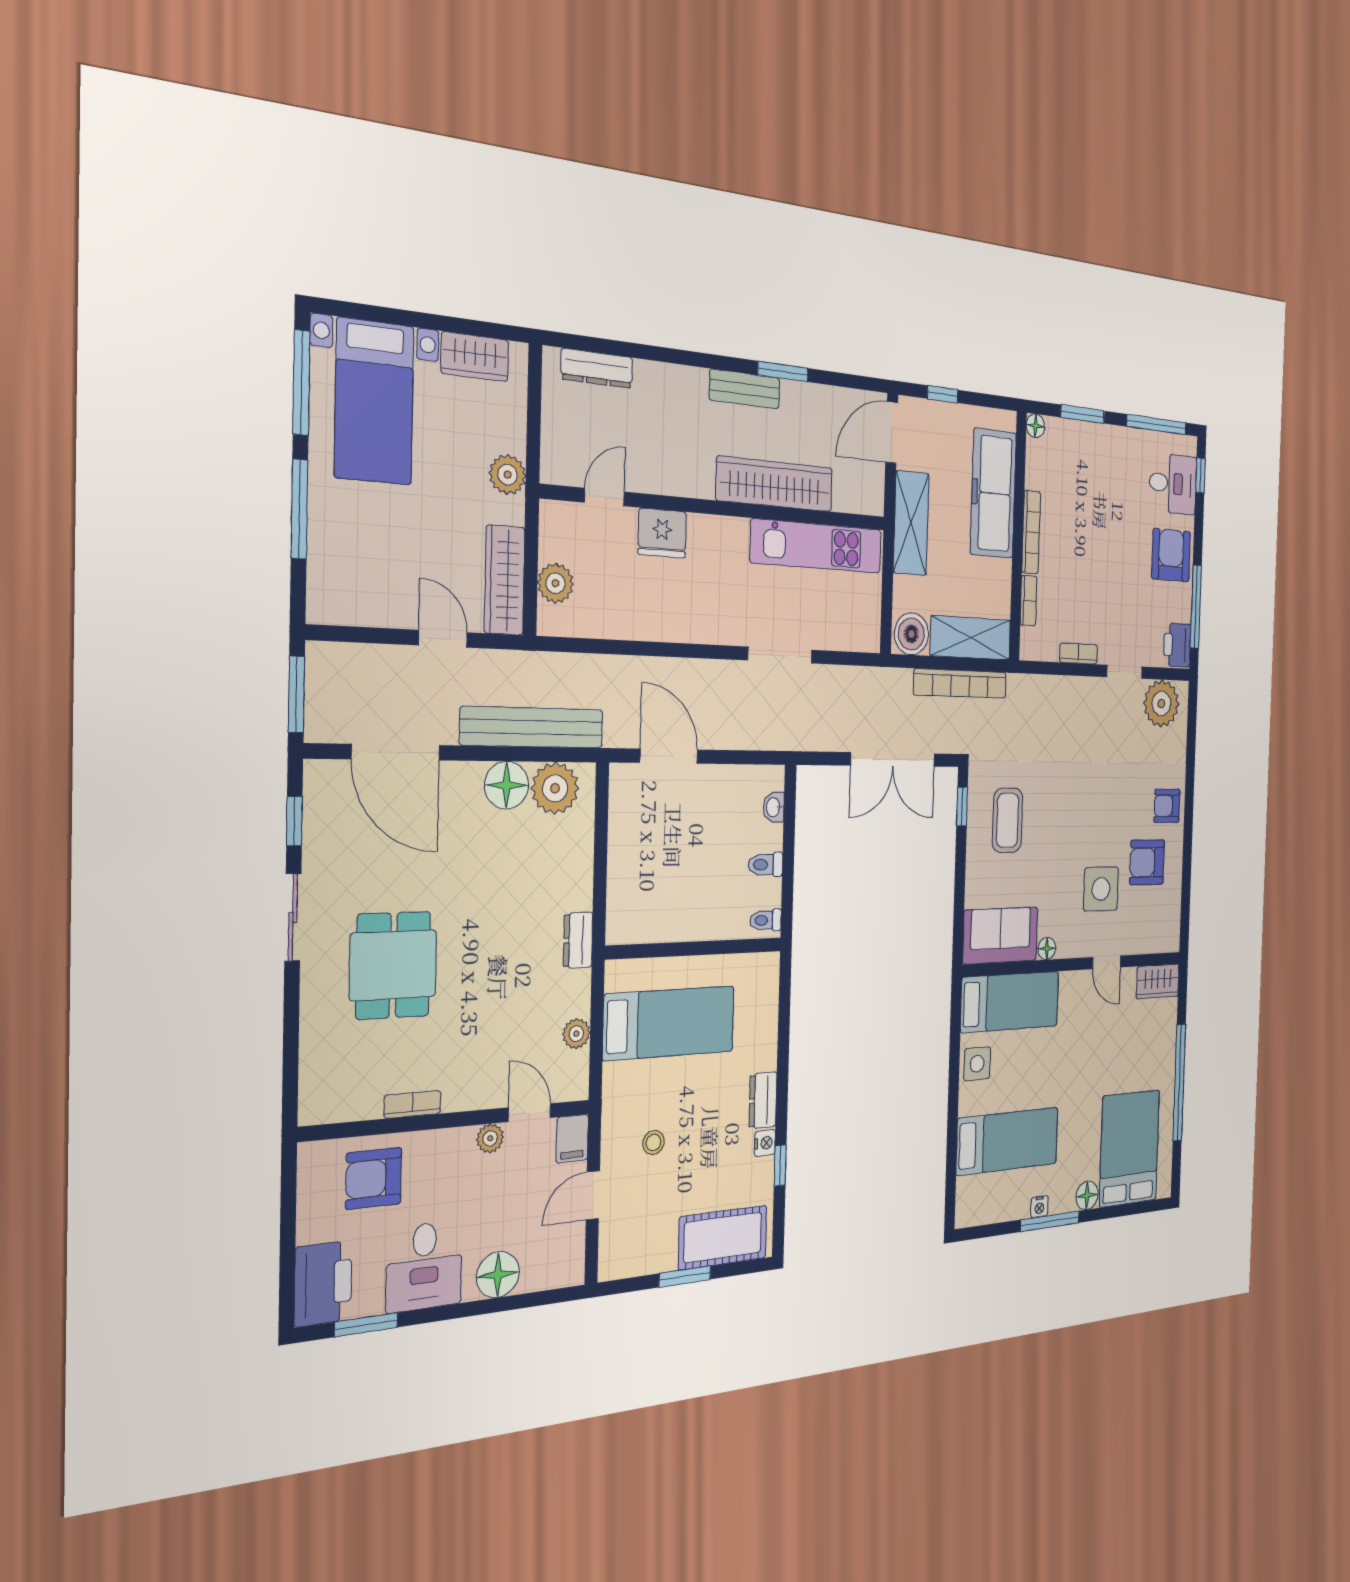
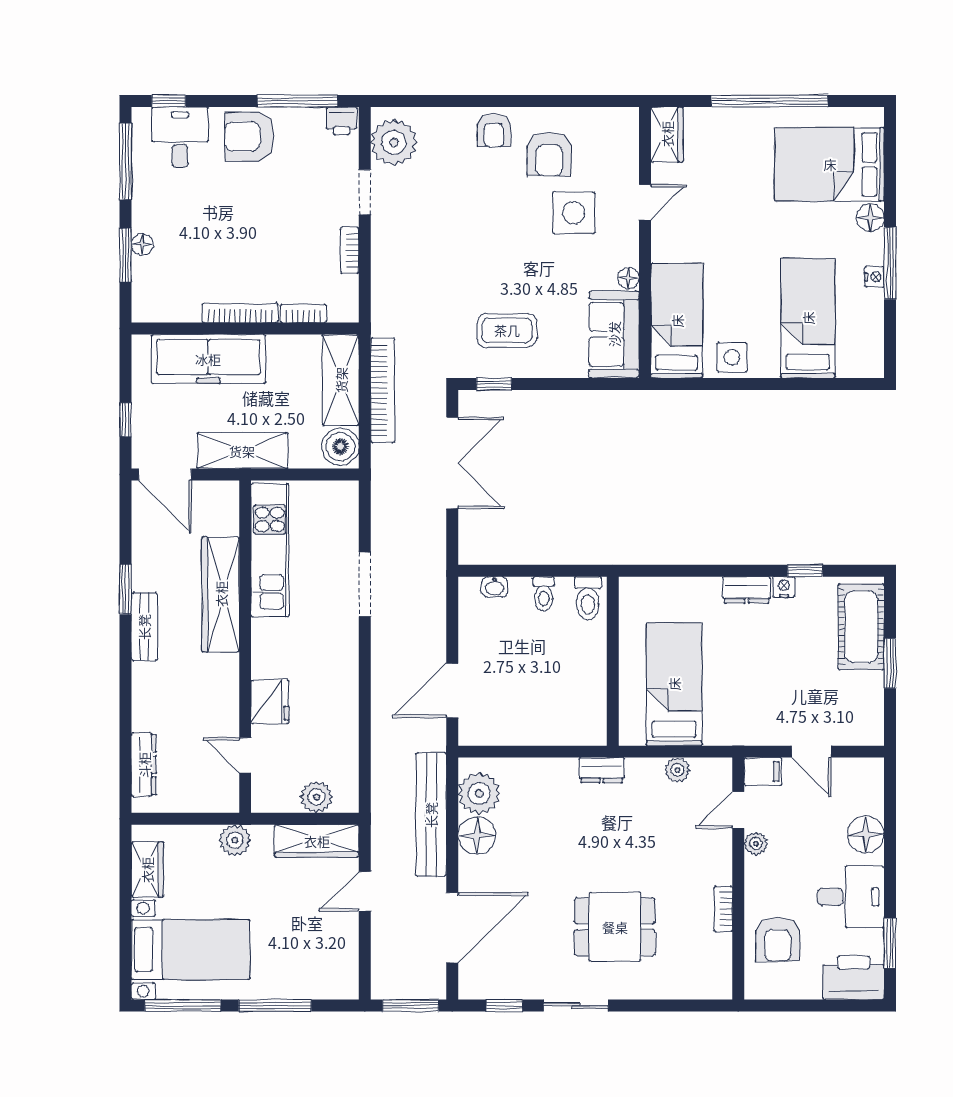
floor lamp: (1035, 426) -> (142, 244), moved
printer: (1177, 645) -> (342, 121), width x0.73, depth x0.81
toilet: (766, 920) -> (588, 598), width x1.37, depth x1.39
stool: (654, 1142) -> (773, 696), removed

